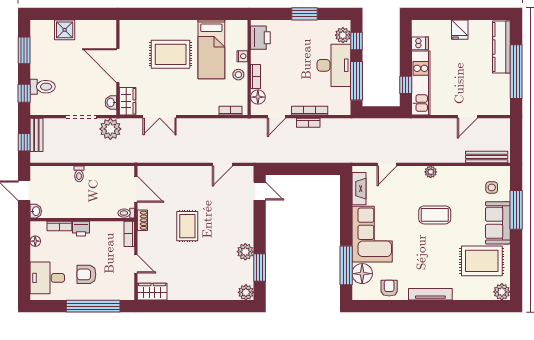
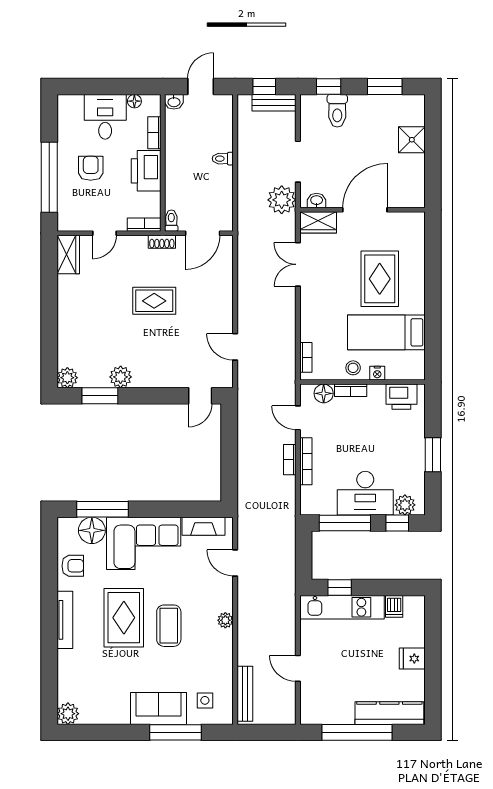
printer: (81, 229) -> (146, 171), width x1.87, depth x1.48
rug: (482, 261) -> (124, 618), moved
desk: (47, 278) -> (105, 117), moved

